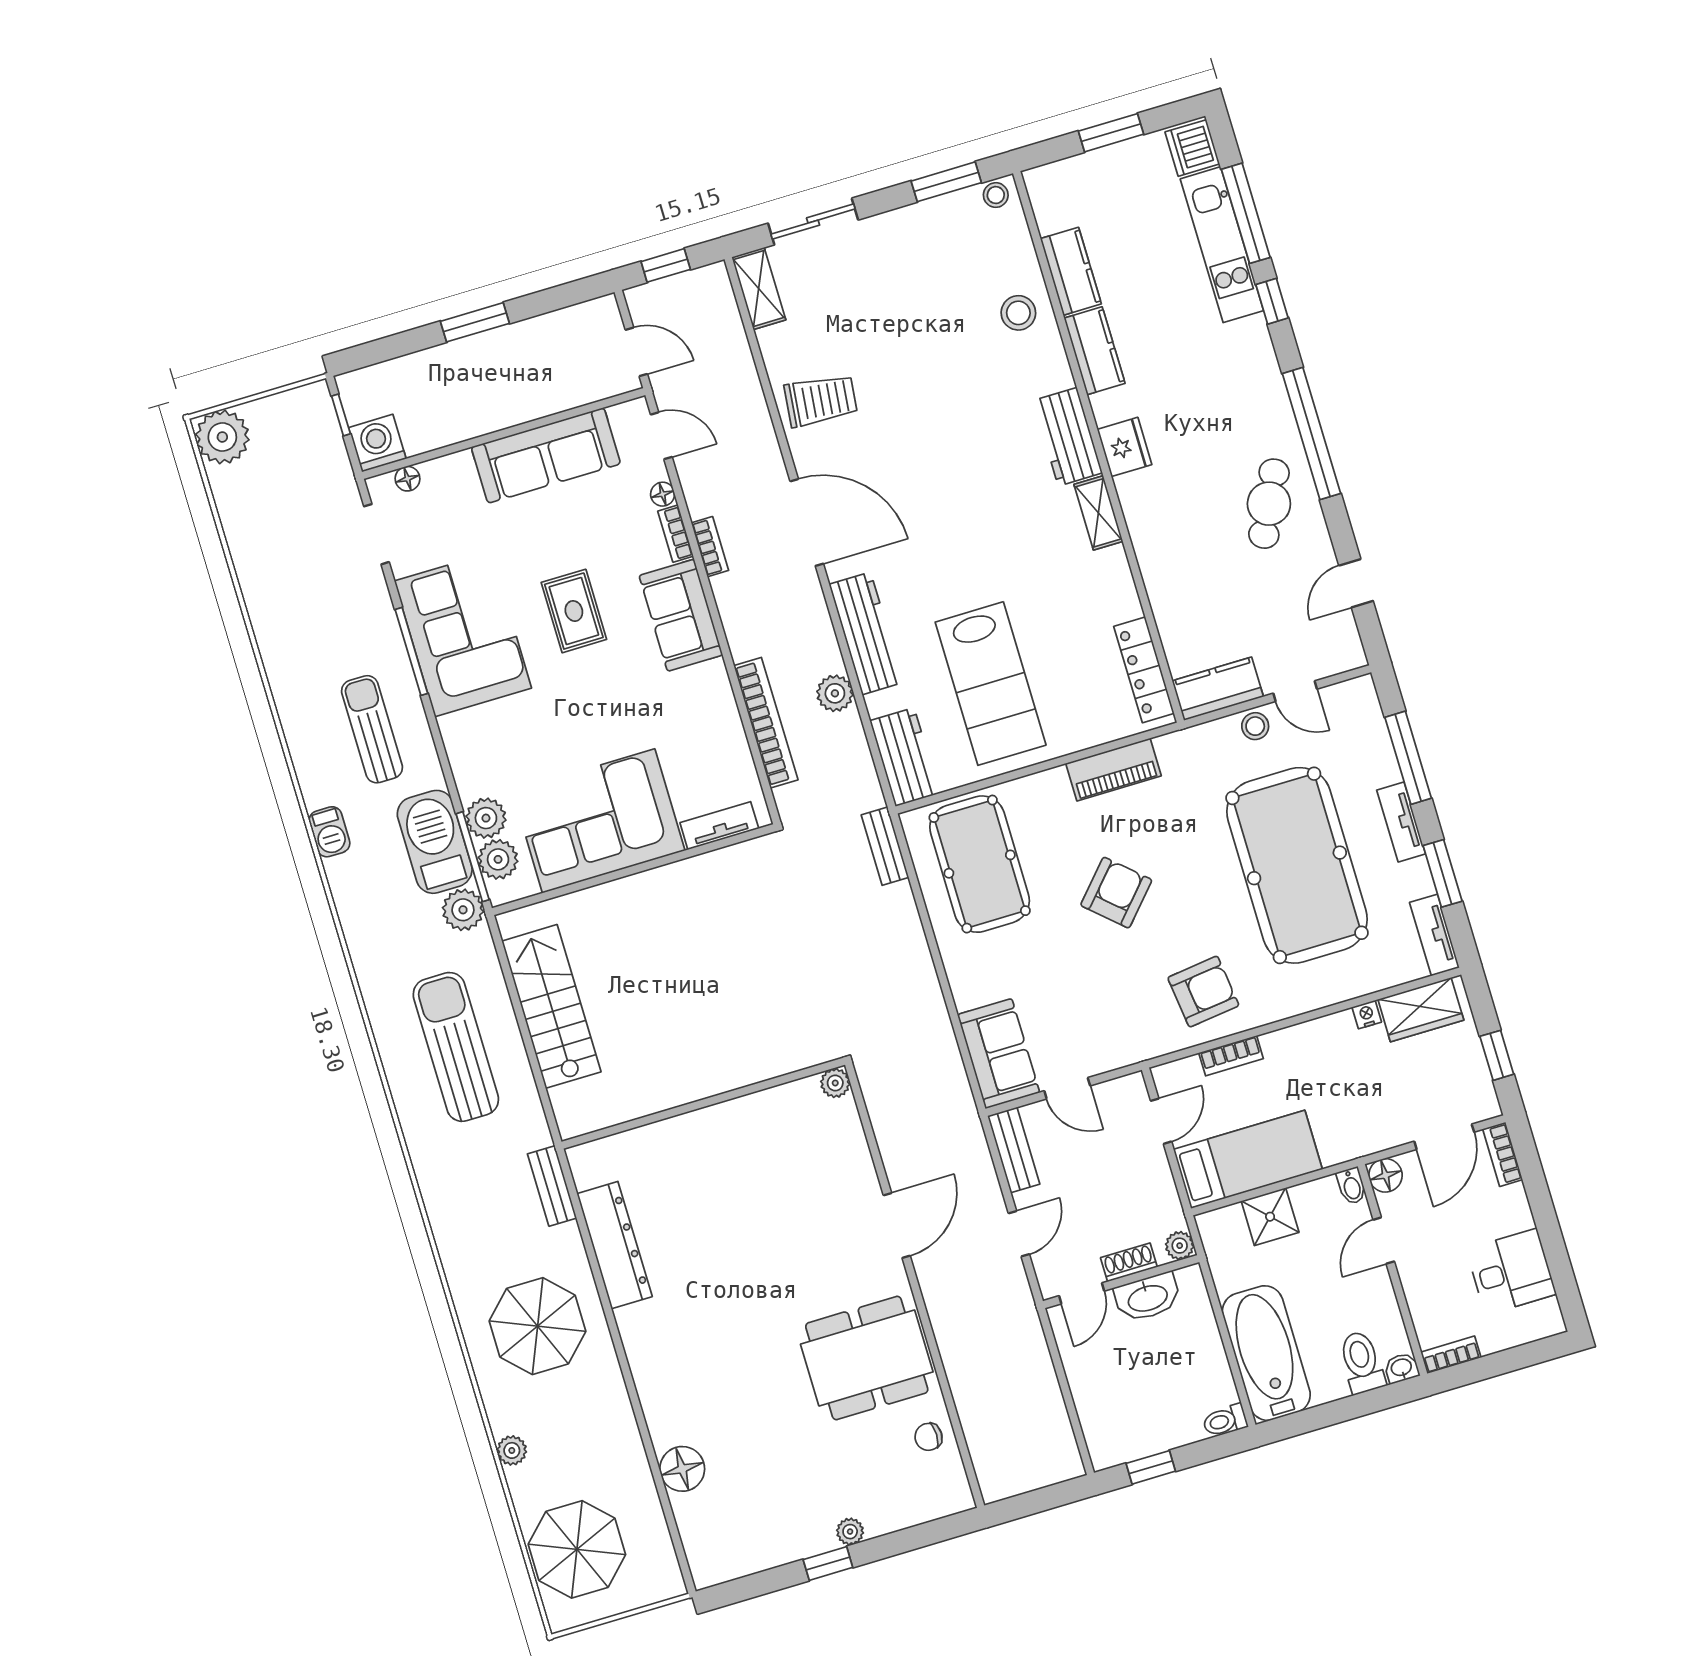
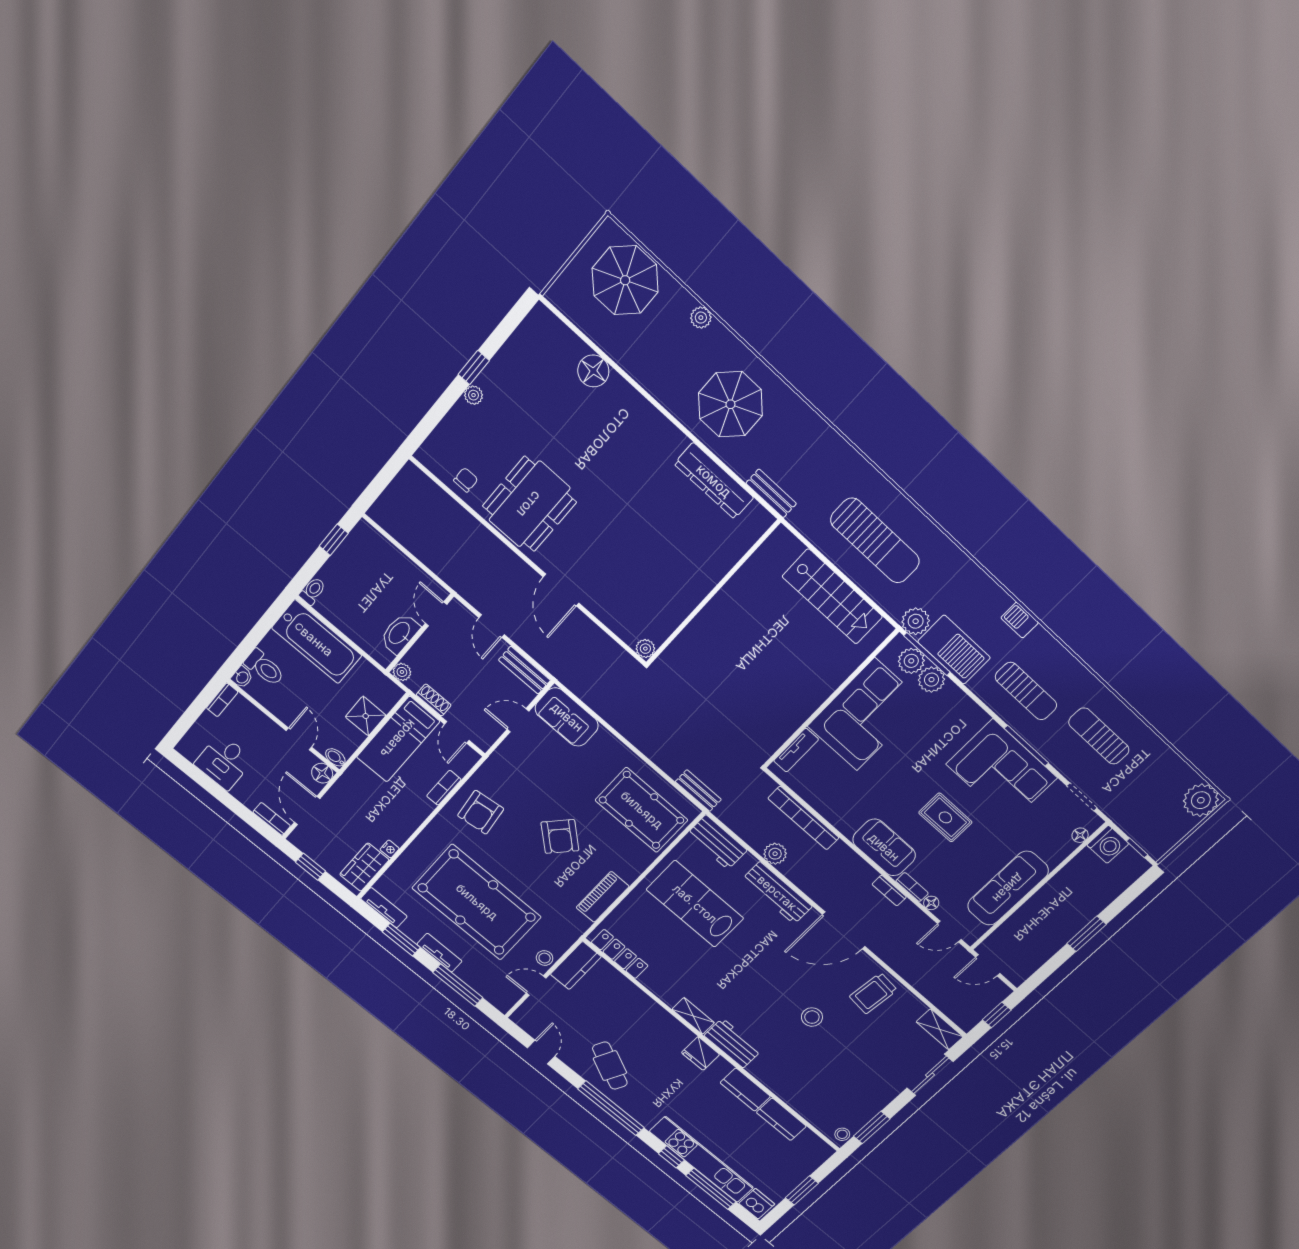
kitchen unit: (1222, 245) -> (702, 1160), width x1.36
stool: (1018, 313) -> (812, 1017), moved
sun lounger: (310, 610) -> (1099, 736), added
shoe rack: (1129, 1262) -> (434, 700), moved, turned -90

